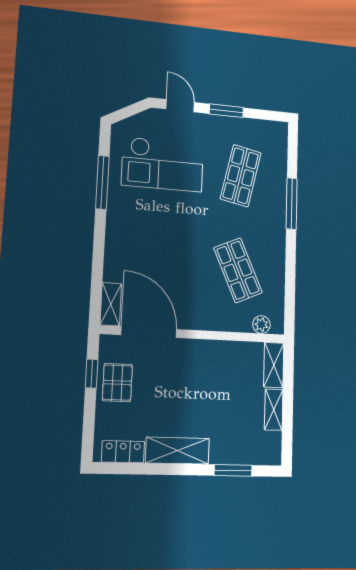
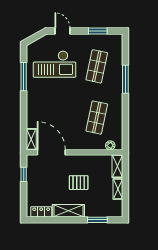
window: (226, 111) -> (98, 31), moved
shop shelf: (238, 270) -> (97, 118), turned 36
pallet: (117, 383) -> (79, 183), moved, turned 90

